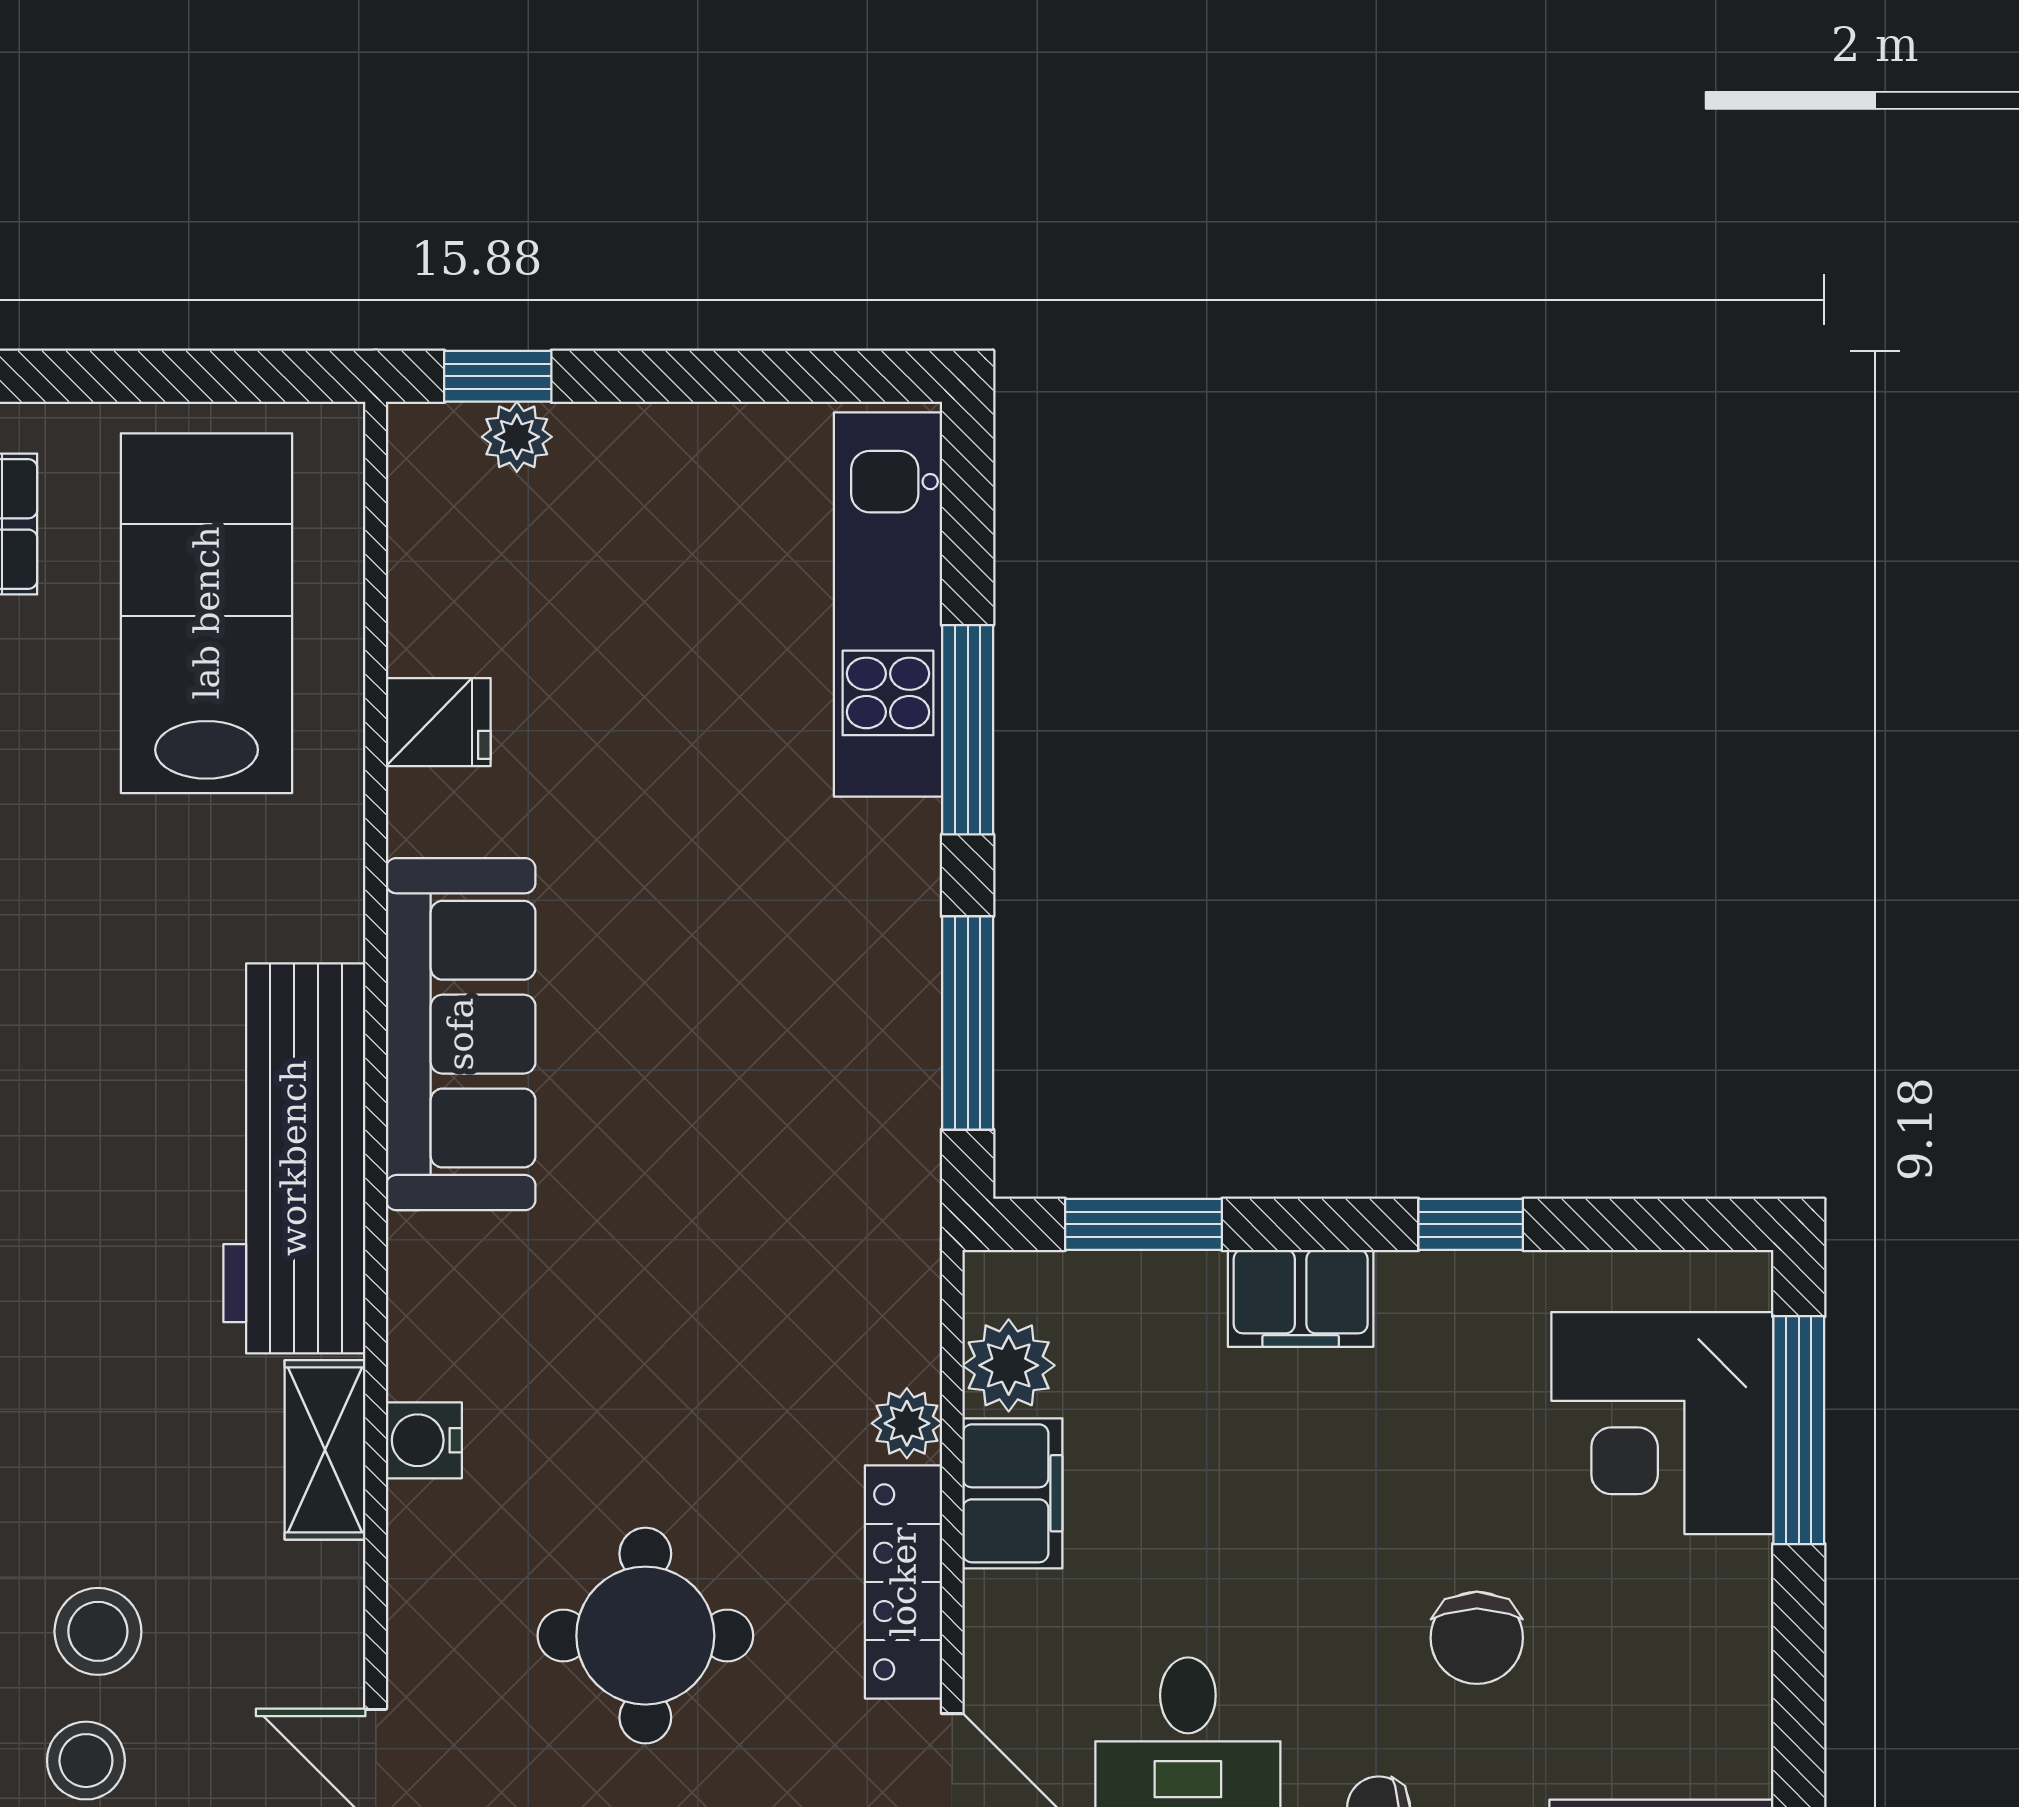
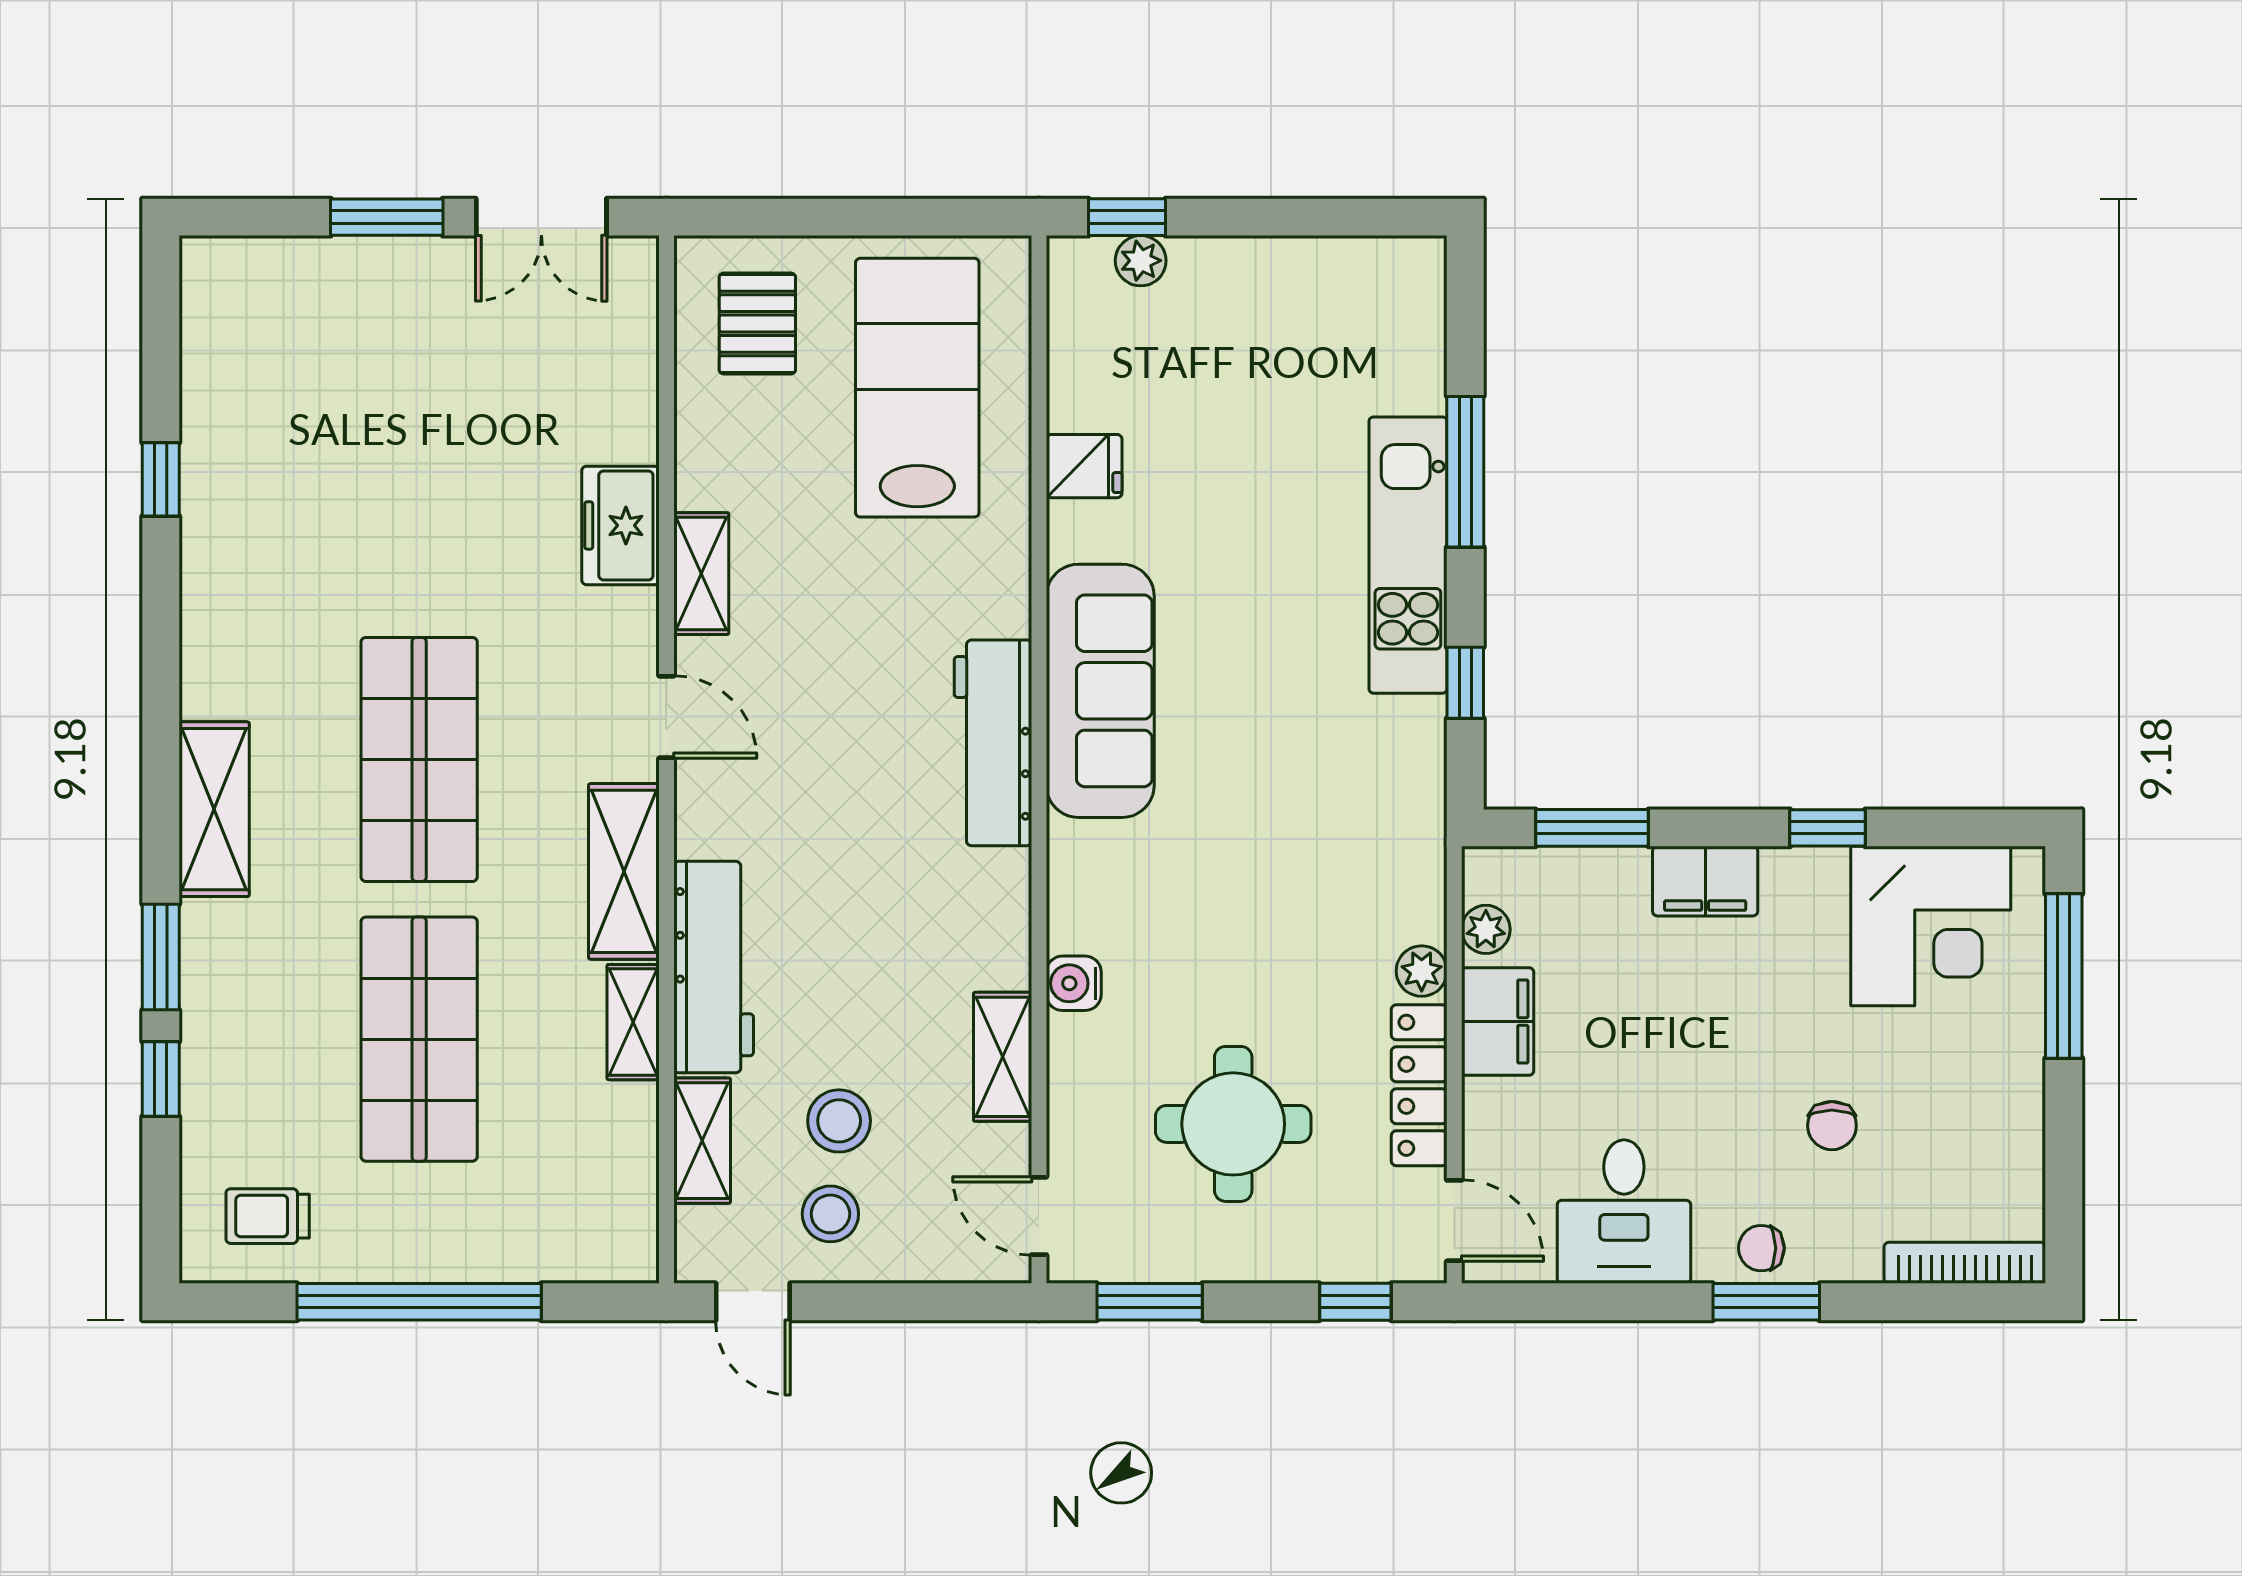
kitchen unit: (888, 605) -> (1408, 555), moved
window: (968, 1023) -> (1465, 683), width x0.46
workbench: (294, 1158) -> (993, 743), width x0.73, depth x0.76
plant: (1009, 1365) -> (1486, 929), width x0.73, depth x0.73
corner desk: (1662, 1423) -> (1931, 926), moved, turned -90
shelving: (325, 1450) -> (1003, 1057), moved
chair: (1477, 1638) -> (1832, 1126), width x0.73, depth x0.73

